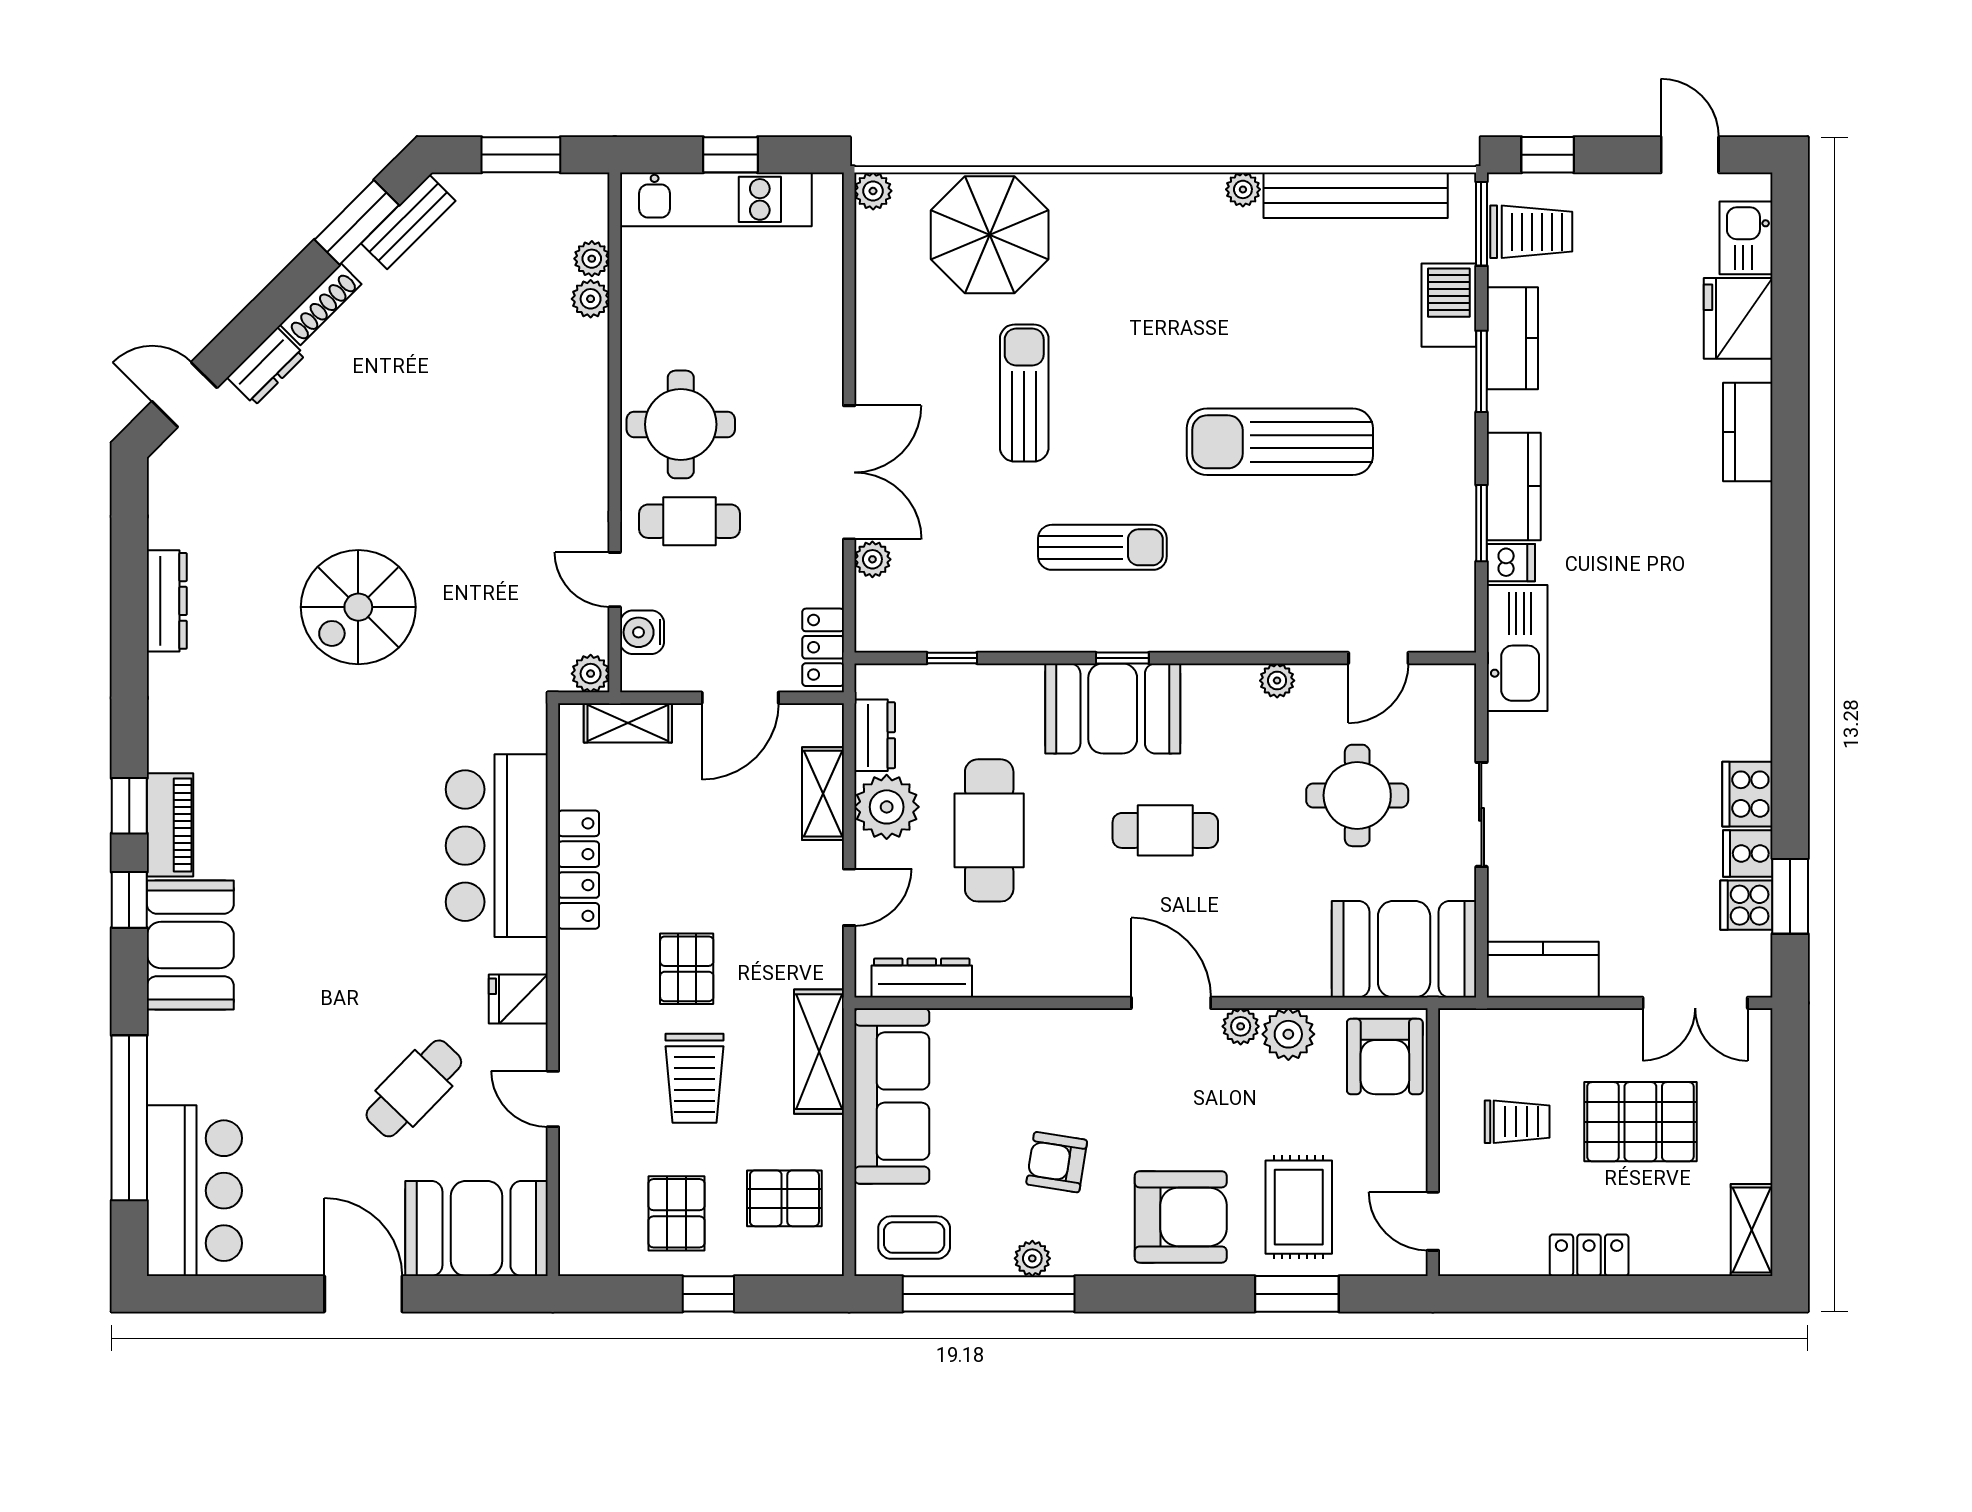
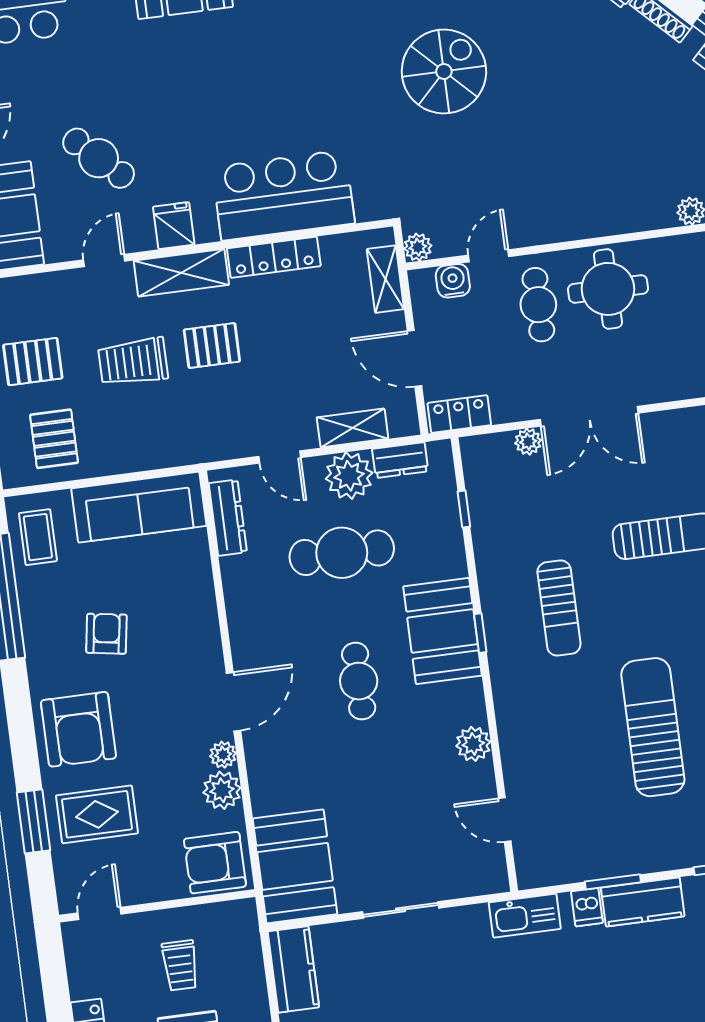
spiral stairs: (358, 607) -> (444, 71), turned 90
kitchen sink: (1517, 648) -> (525, 916), width x0.73, depth x0.81
plant: (1277, 681) -> (473, 744), width x1.38, depth x1.38
round table: (1357, 795) -> (403, 817), removed
shelving: (819, 1052) -> (181, 273), moved
plant: (1032, 1258) -> (34, 625), removed

